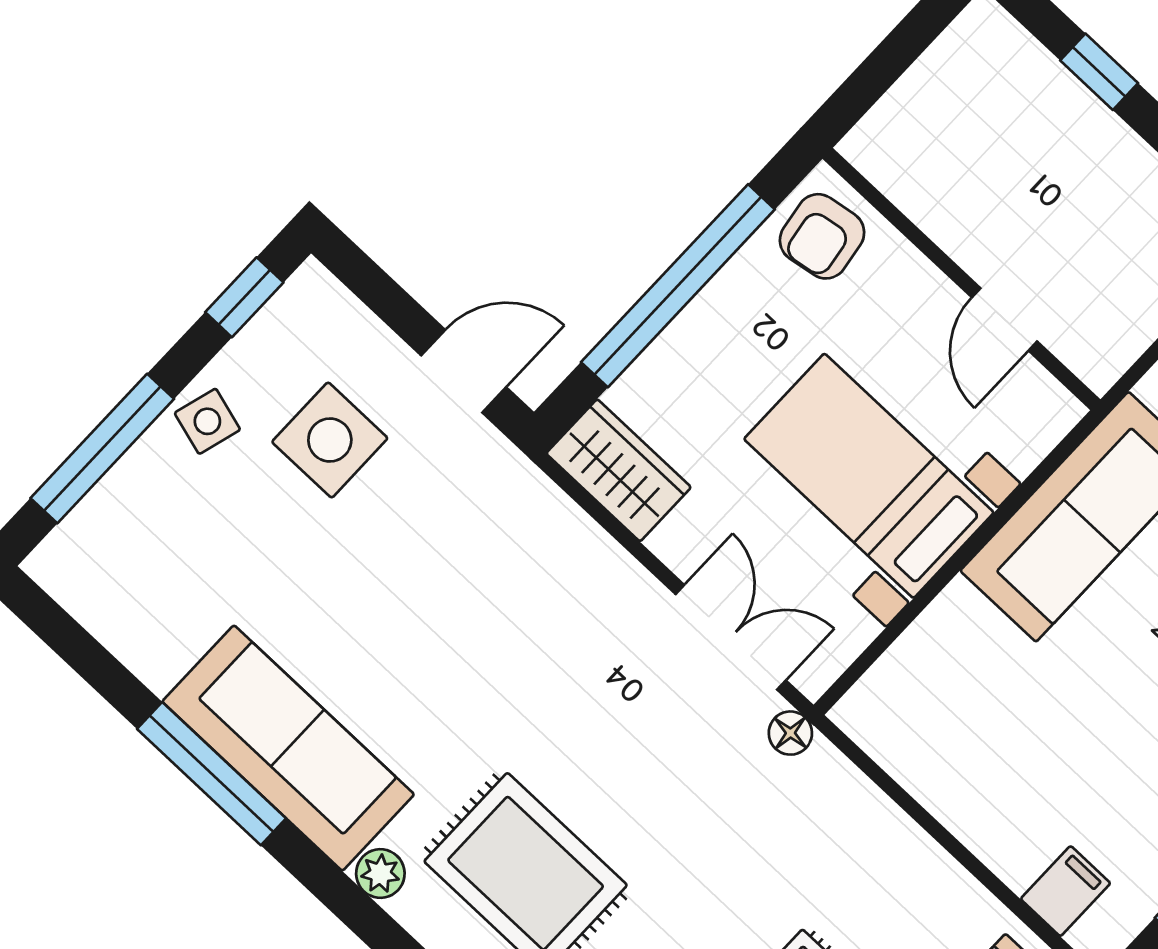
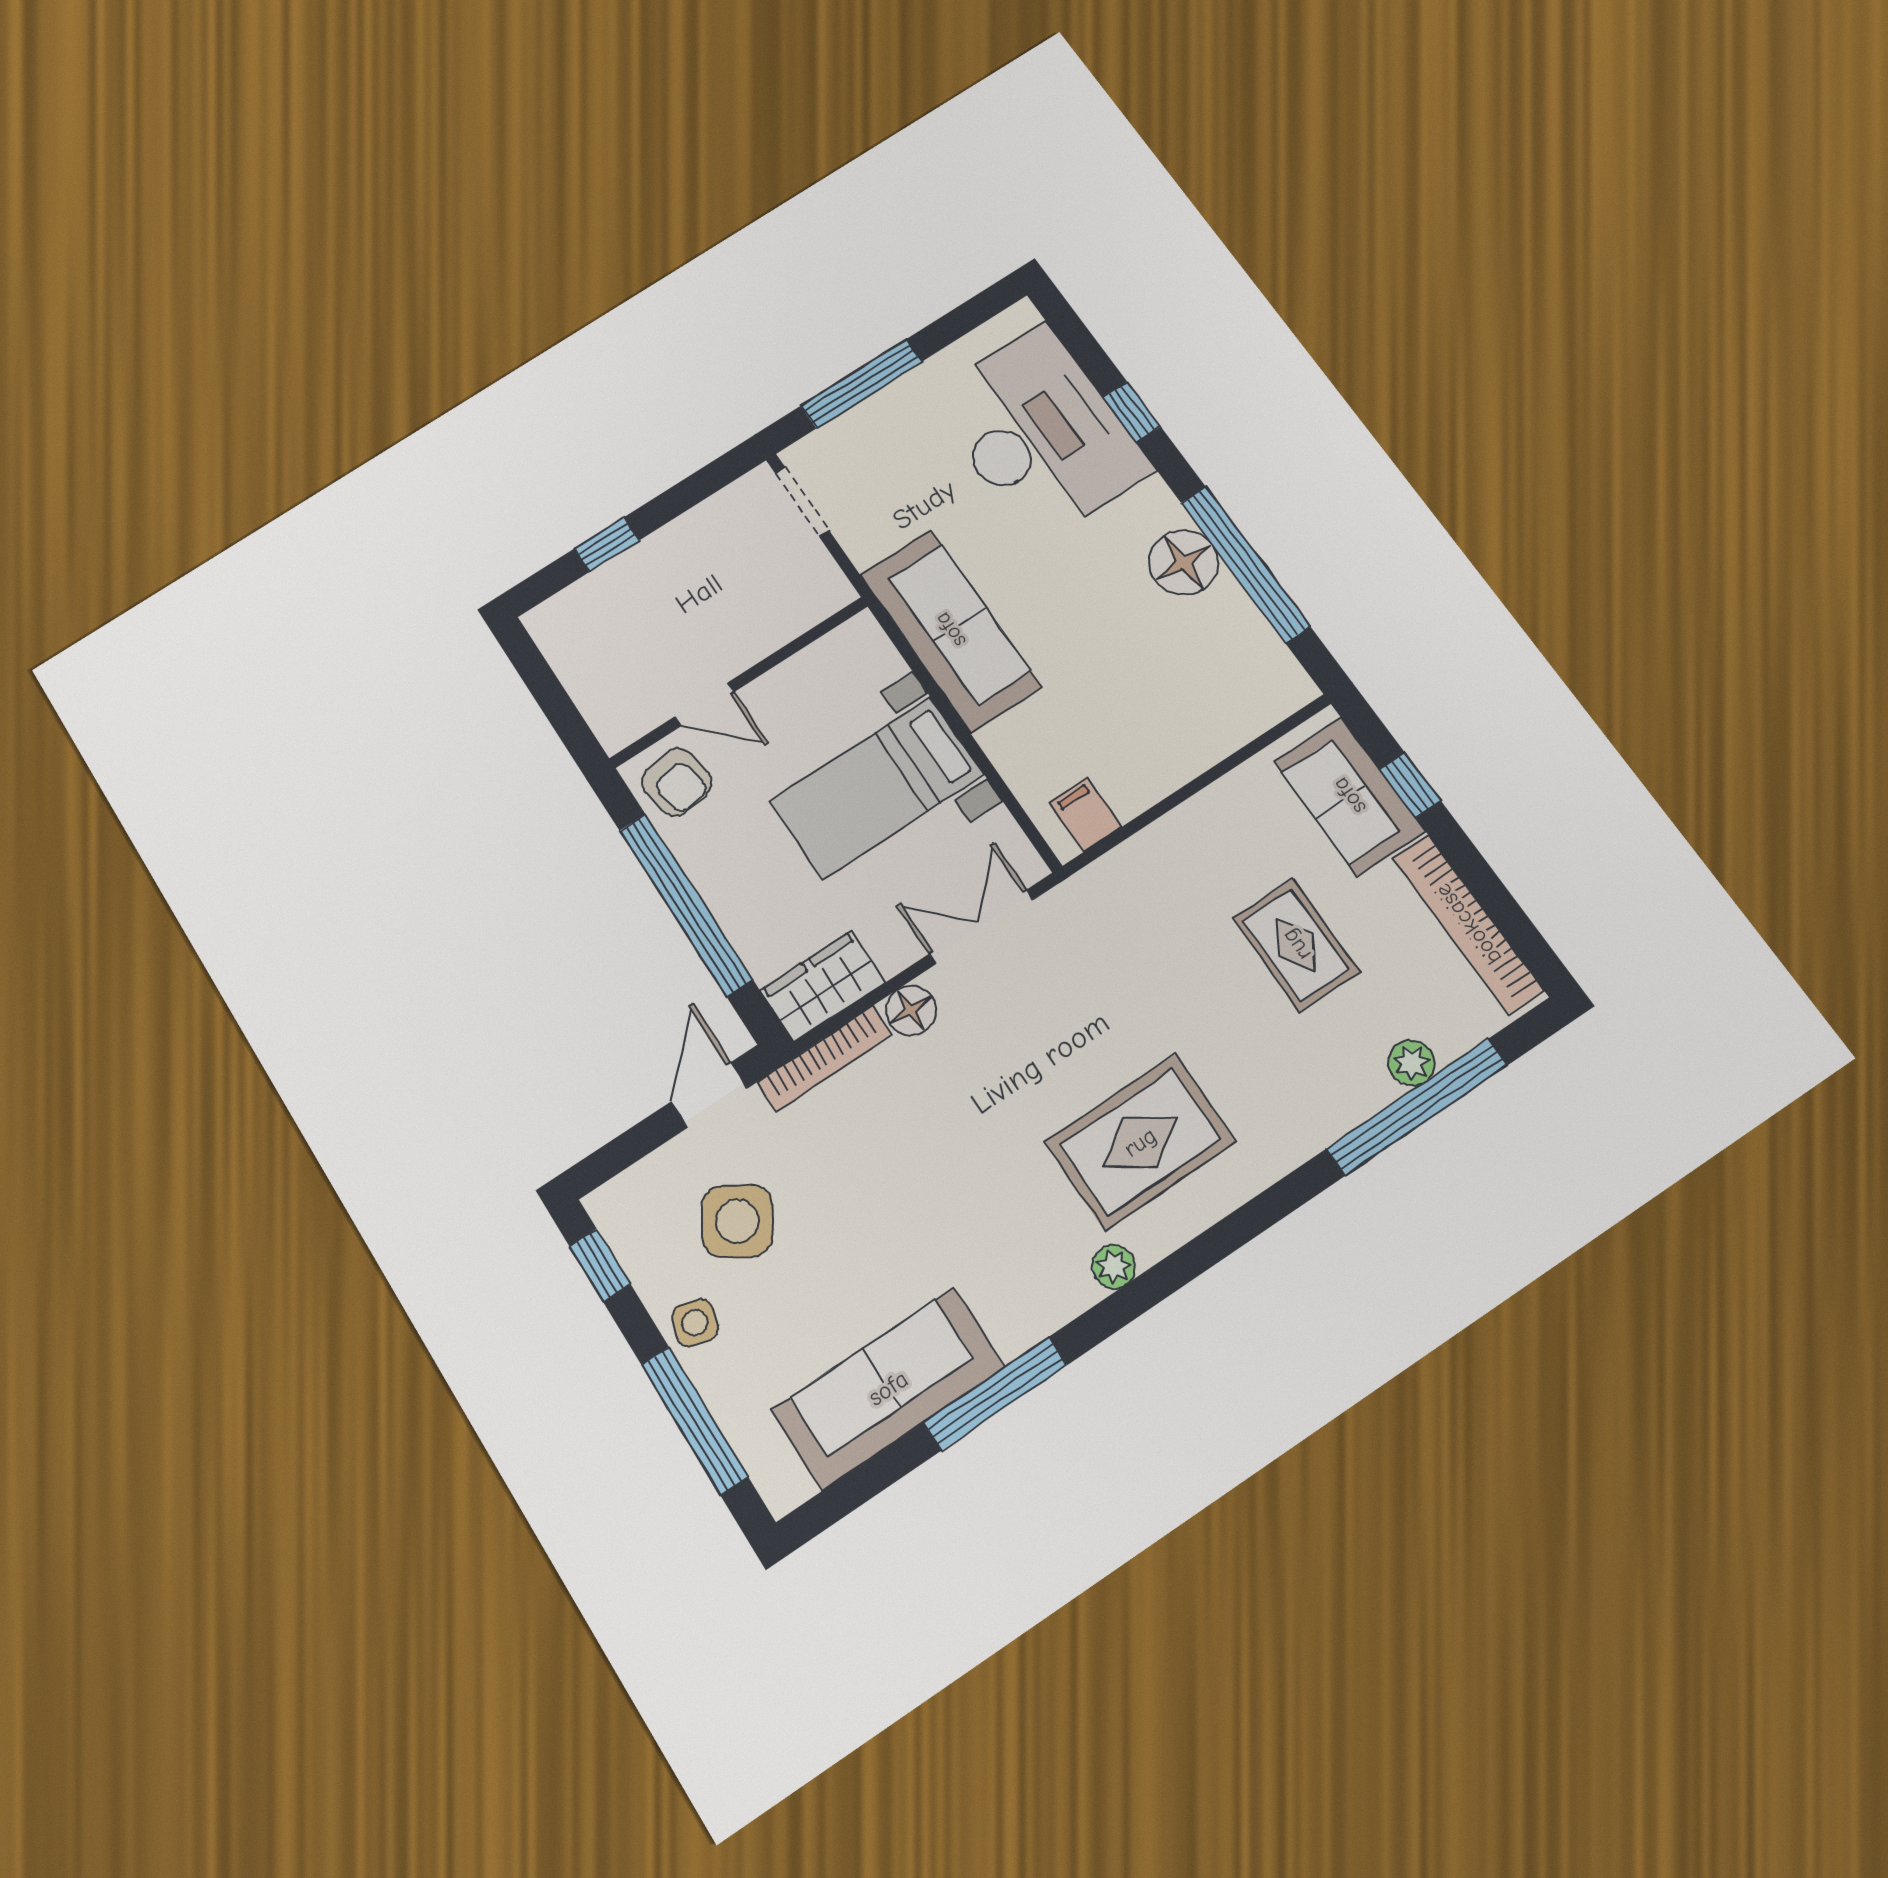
door: (1004, 319) -> (704, 704), moved
side table: (330, 440) -> (737, 1221), turned 32
bookcase: (536, 493) -> (824, 1059), added
floor lamp: (790, 733) -> (911, 1010), moved, width x1.37, depth x1.37
sofa: (288, 748) -> (888, 1388), moved
filing cabinet: (1066, 891) -> (1086, 815), moved

